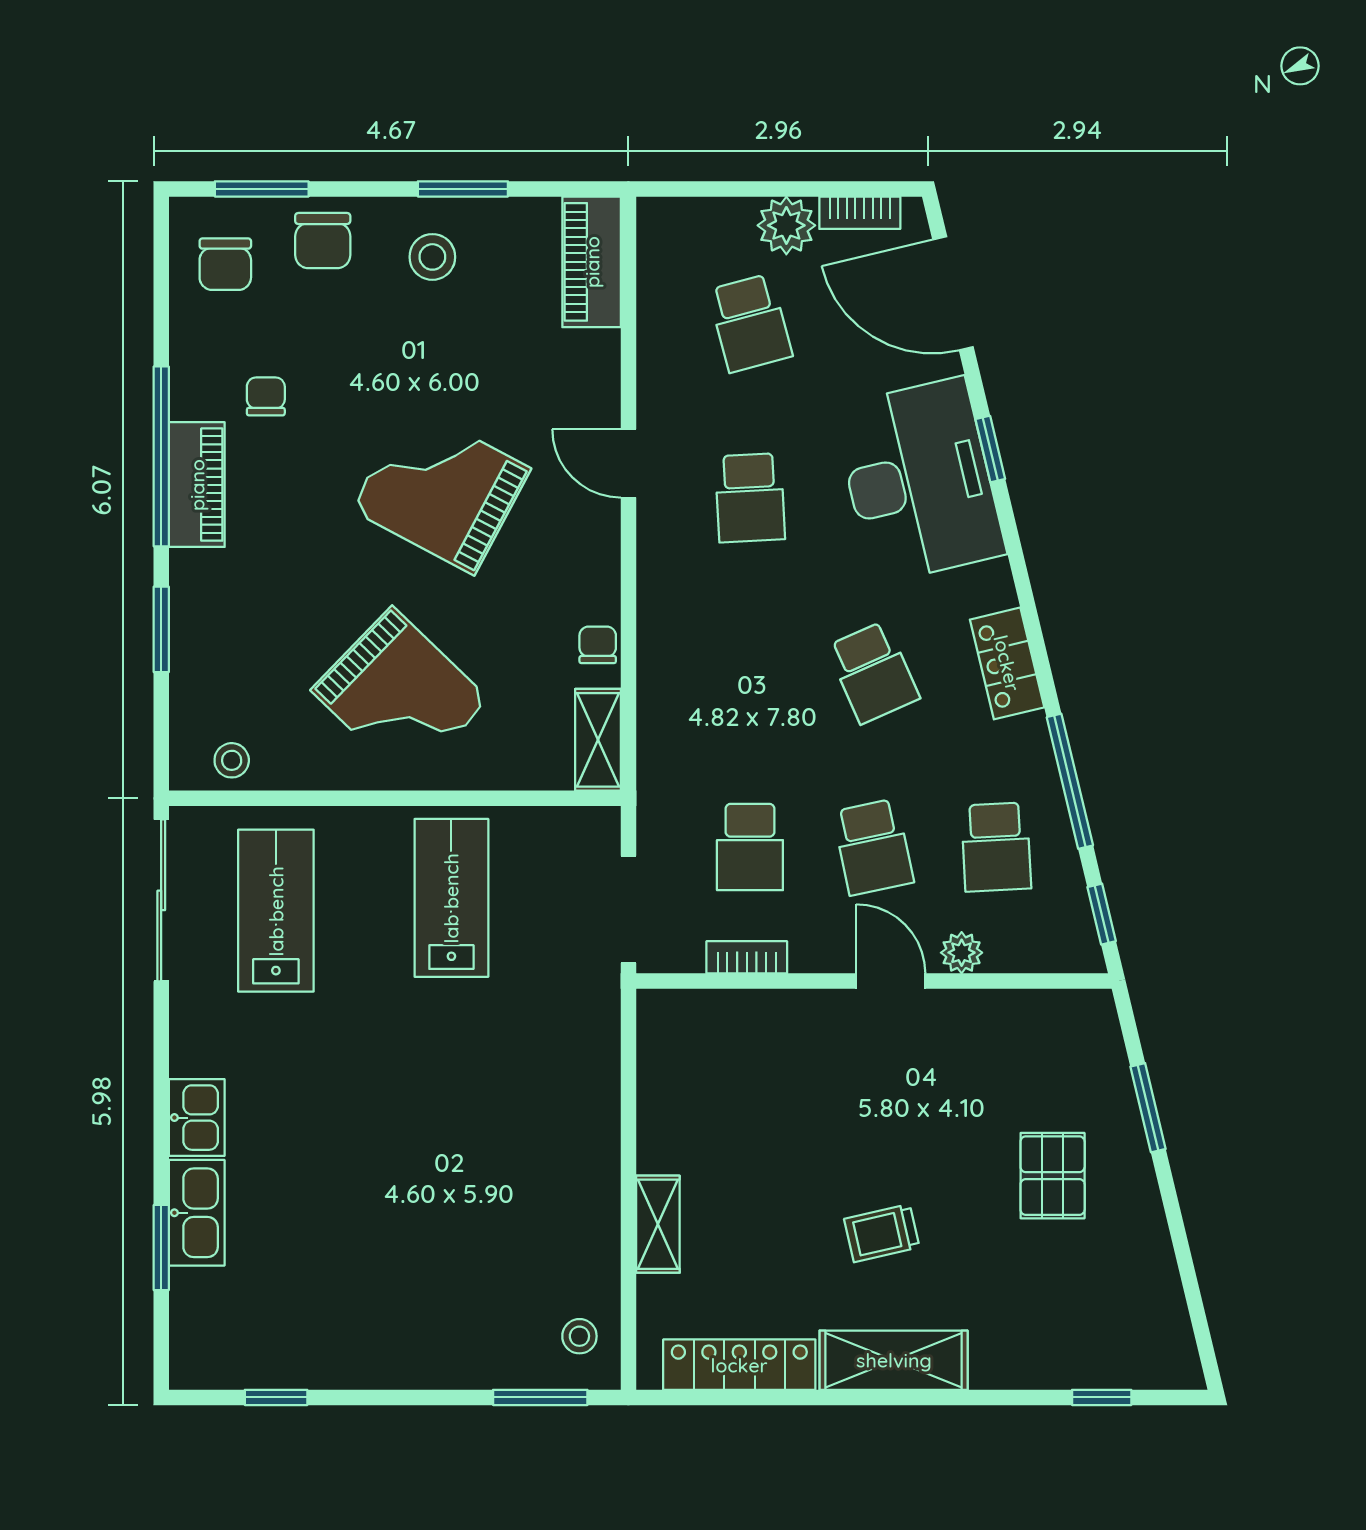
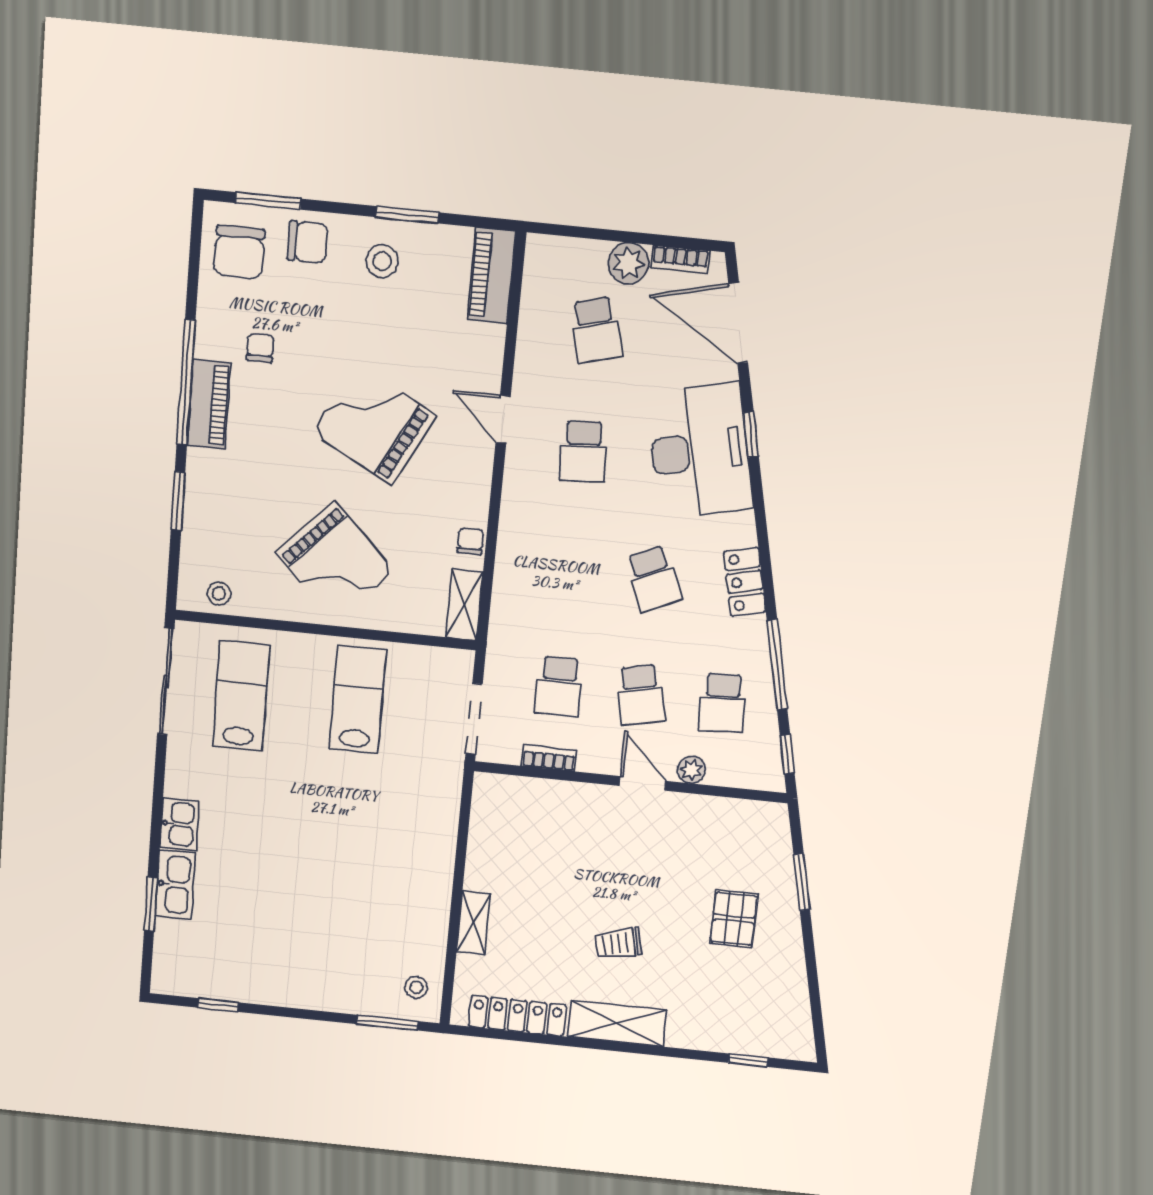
chair: (323, 241) -> (307, 242), turned -90
chair: (225, 264) -> (239, 252), width x1.37, depth x1.37

